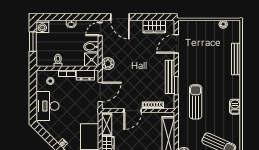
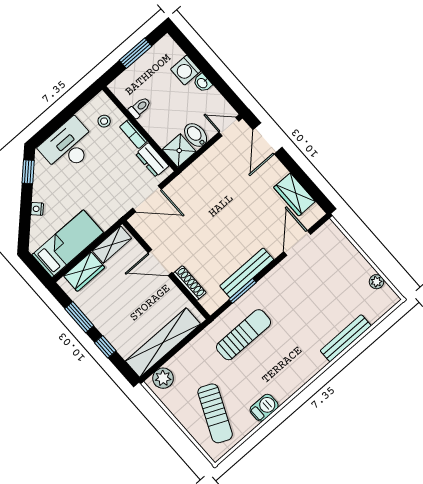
washing machine: (42, 26) -> (186, 70), moved
door: (176, 44) -> (297, 243), hinge flipped
plant: (108, 64) -> (193, 176), removed
barbecue: (235, 107) -> (264, 408), moved
window: (43, 133) -> (28, 172), added

